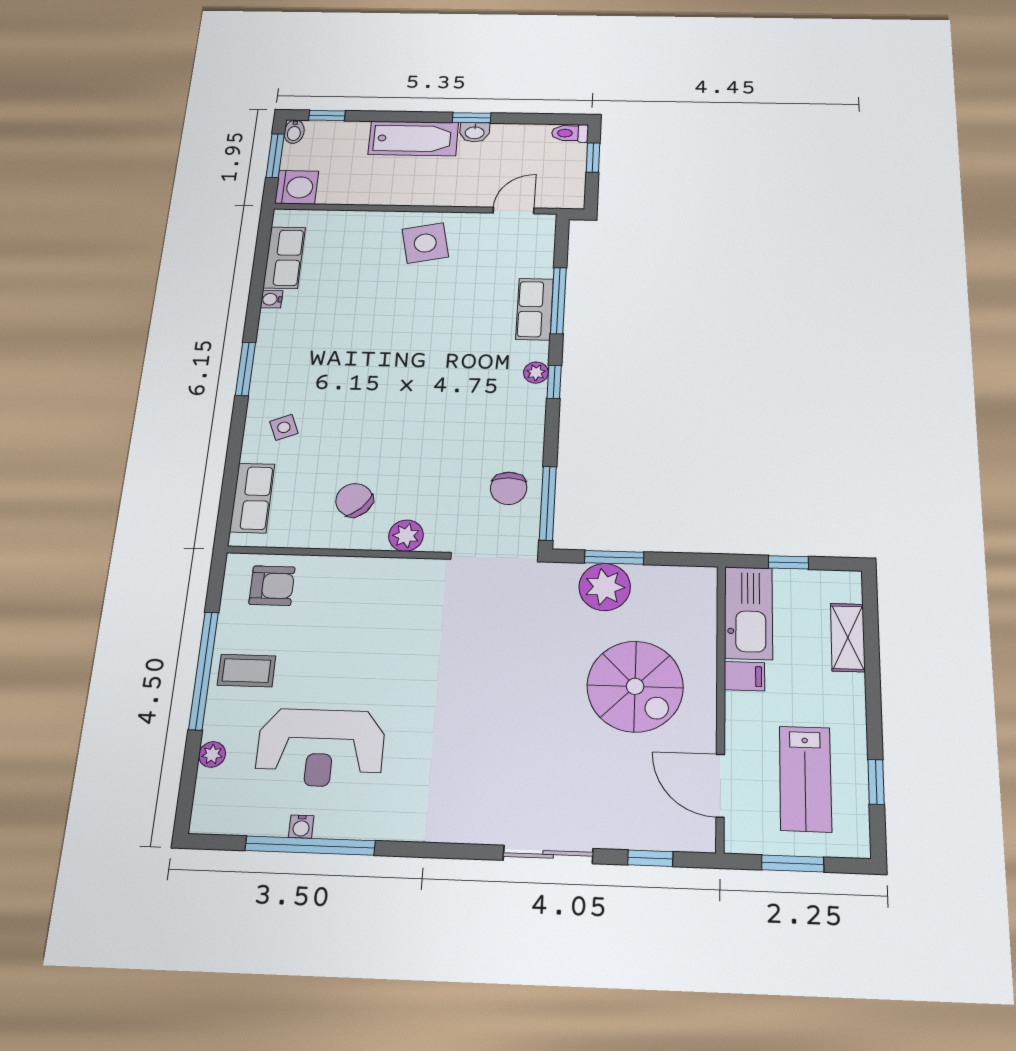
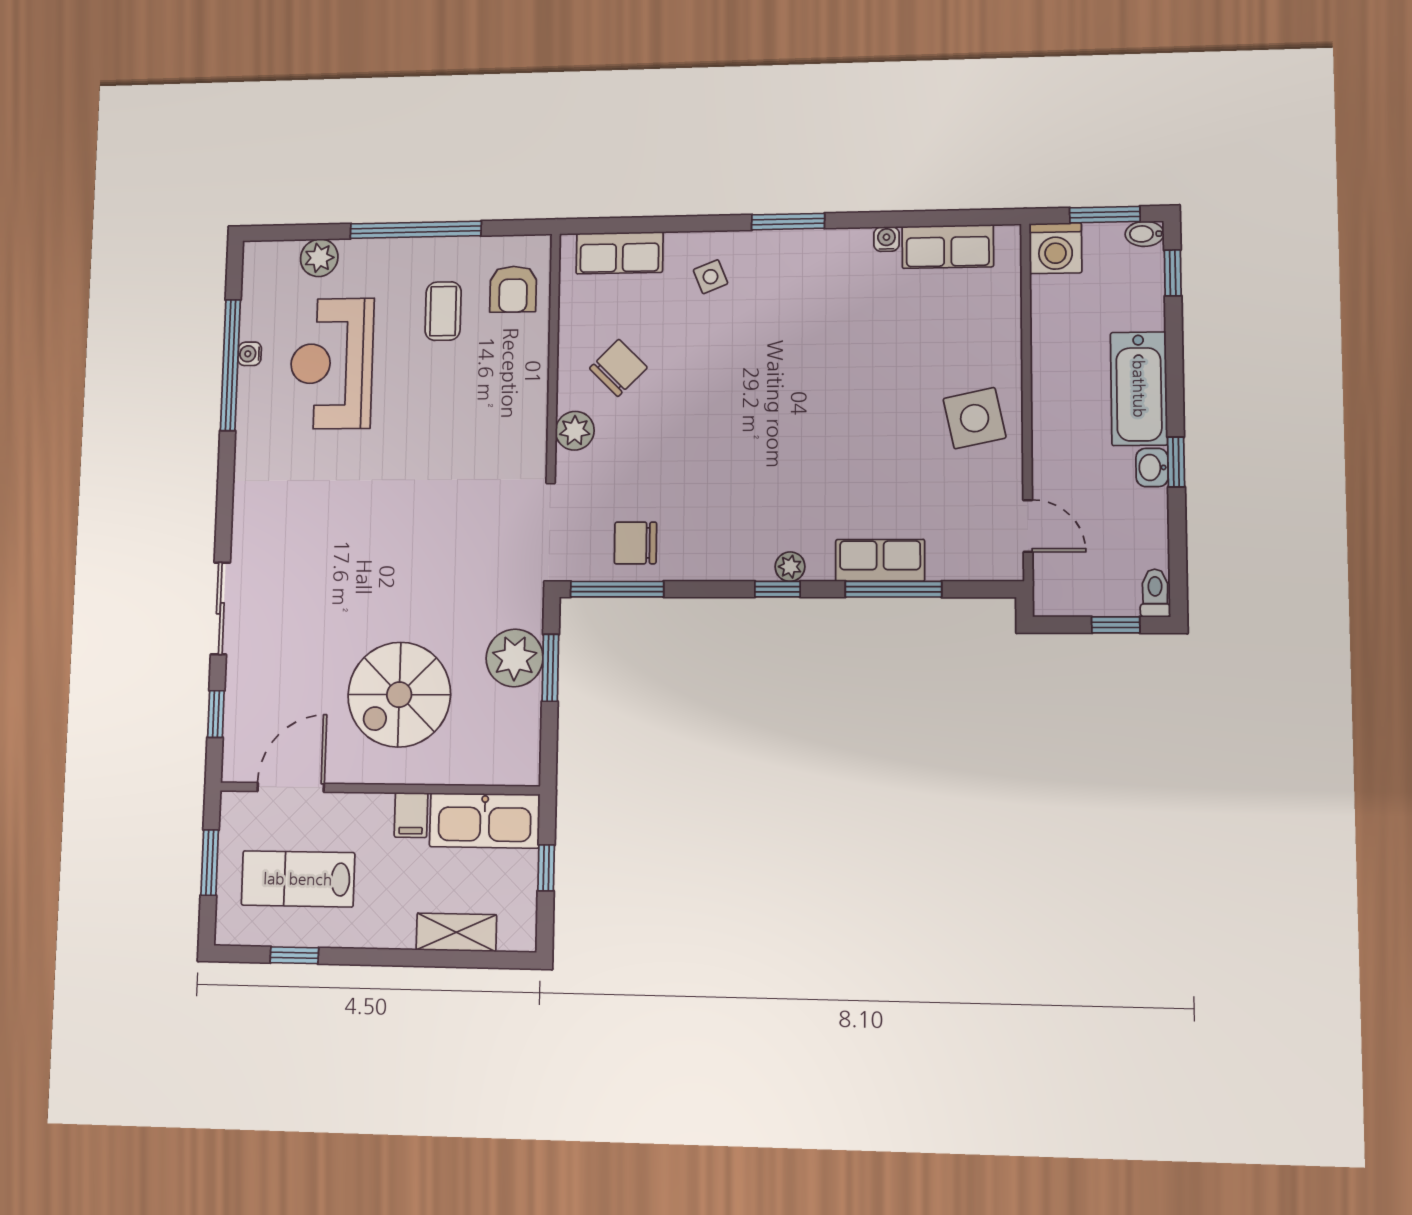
coffee table: (246, 671) -> (443, 311), moved
plant: (212, 754) -> (319, 258), width x1.38, depth x1.38

